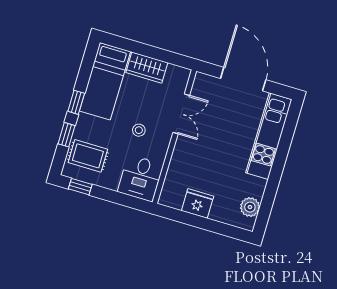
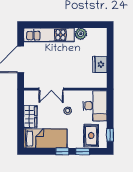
double door: (181, 114) -> (51, 89), swing flipped
desk: (140, 178) -> (95, 106), width x1.37
plant: (250, 207) -> (81, 34), moved

